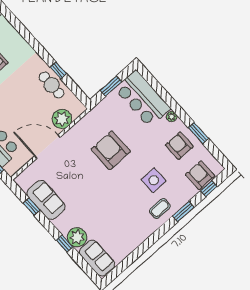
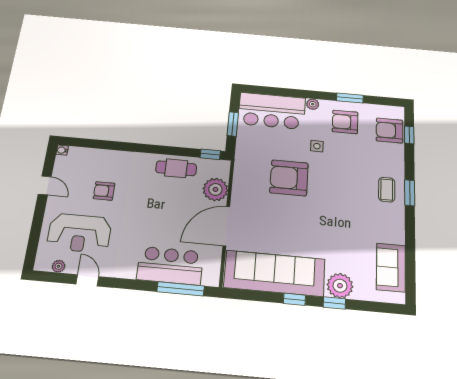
window: (58, 70) -> (210, 154), moved
side table: (154, 180) -> (317, 146), moved, width x0.54, depth x0.54
sofa: (46, 200) -> (275, 273), width x1.85, depth x1.27
window: (31, 207) -> (294, 299), moved
window: (183, 212) -> (410, 193), moved
sofa: (97, 258) -> (391, 267), moved, turned -90

